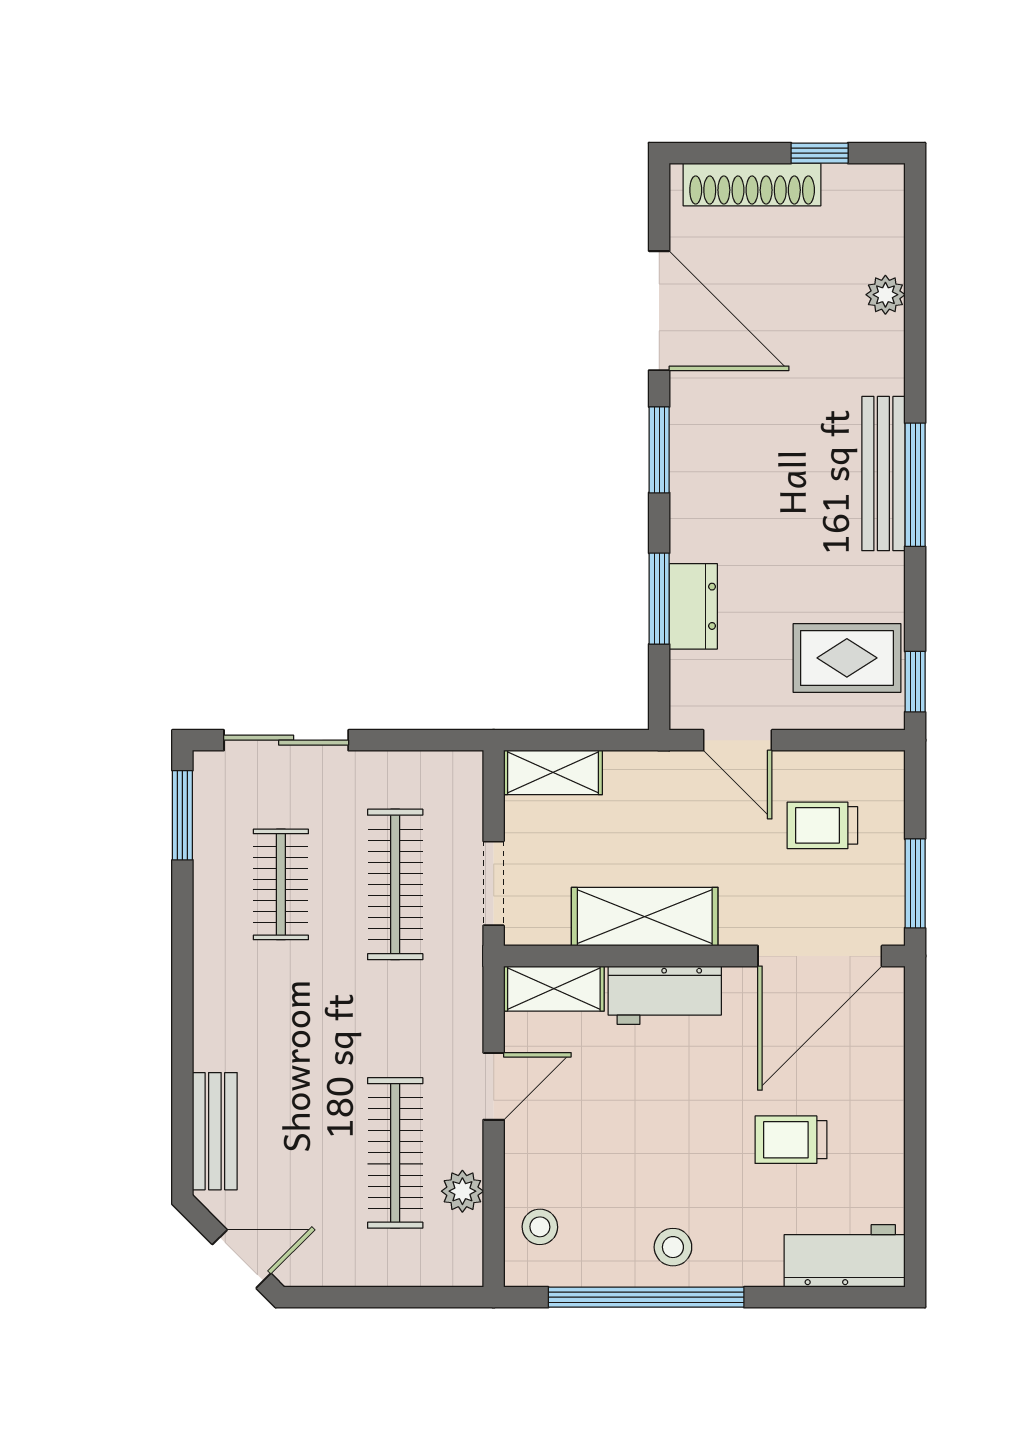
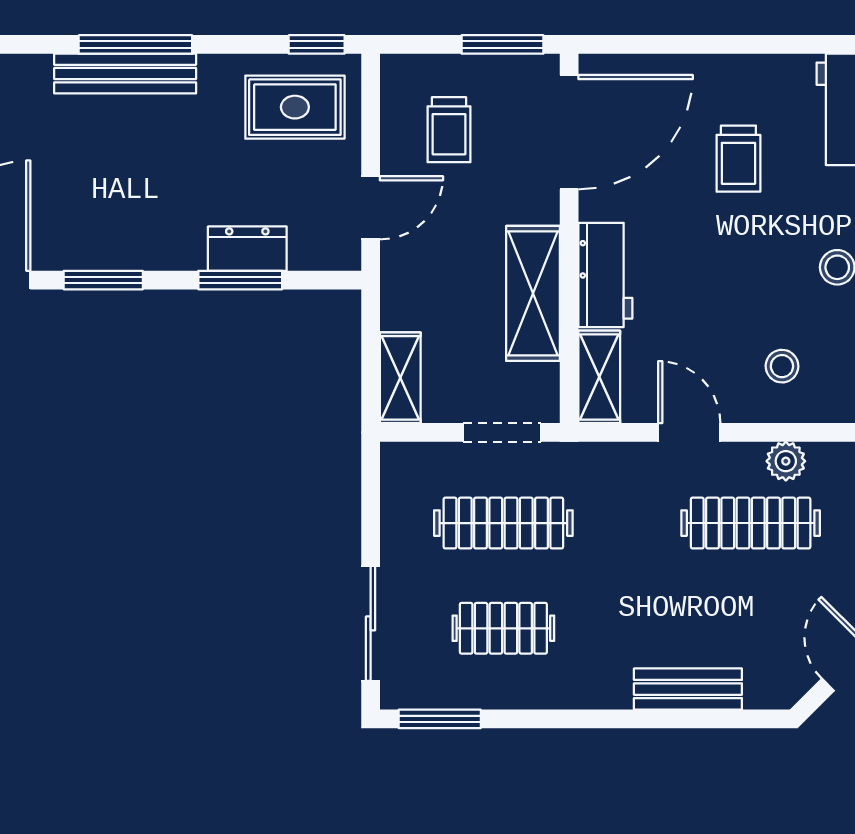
rug: (847, 658) -> (295, 107), turned 90
door: (820, 956) -> (569, 132), hinge flipped
bench: (215, 1131) -> (688, 689), moved
stool: (540, 1227) -> (782, 366), moved

